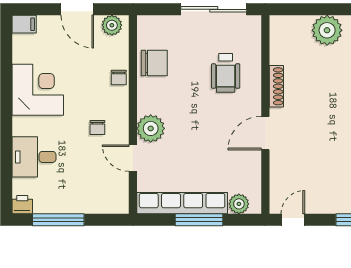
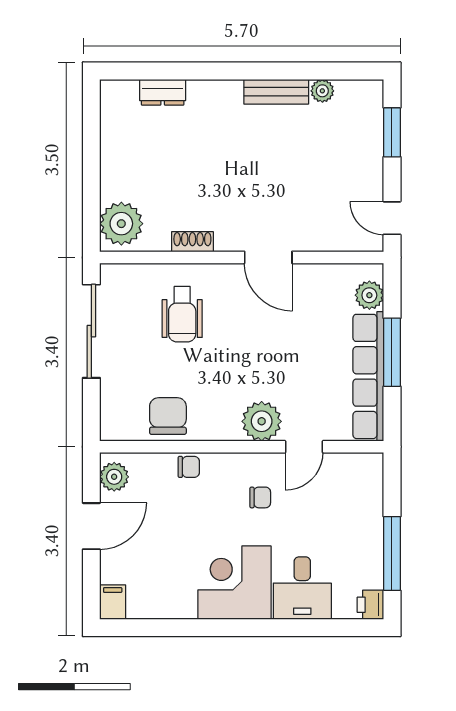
plant: (327, 30) -> (121, 224), moved
wheelchair: (226, 73) -> (182, 314), turned 90
shoe rack: (276, 86) -> (192, 242), width x0.70
corner desk: (38, 90) -> (234, 583), moved

